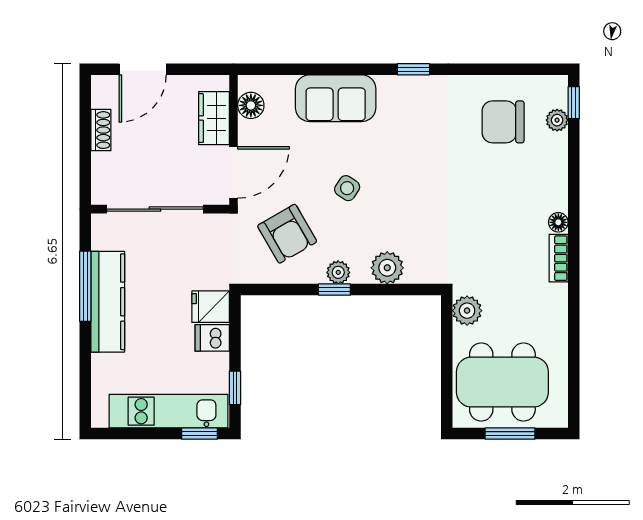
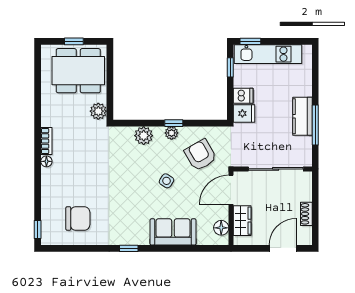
plant: (557, 120) -> (47, 219), removed
kitchen counter: (108, 302) -> (303, 116), width x0.67
window: (510, 434) -> (74, 41), width x0.67

